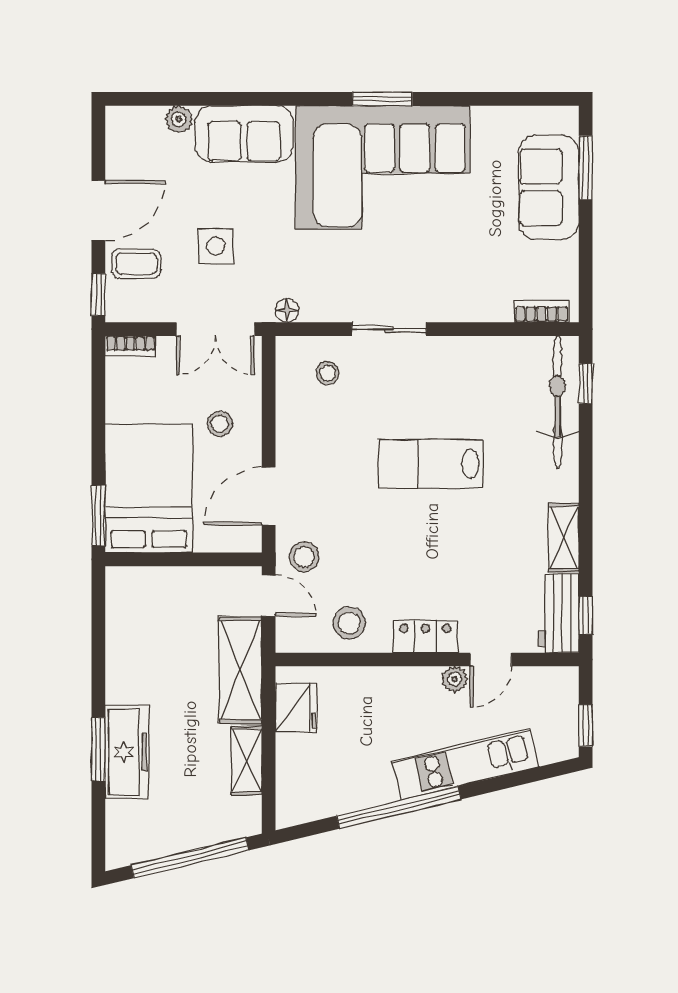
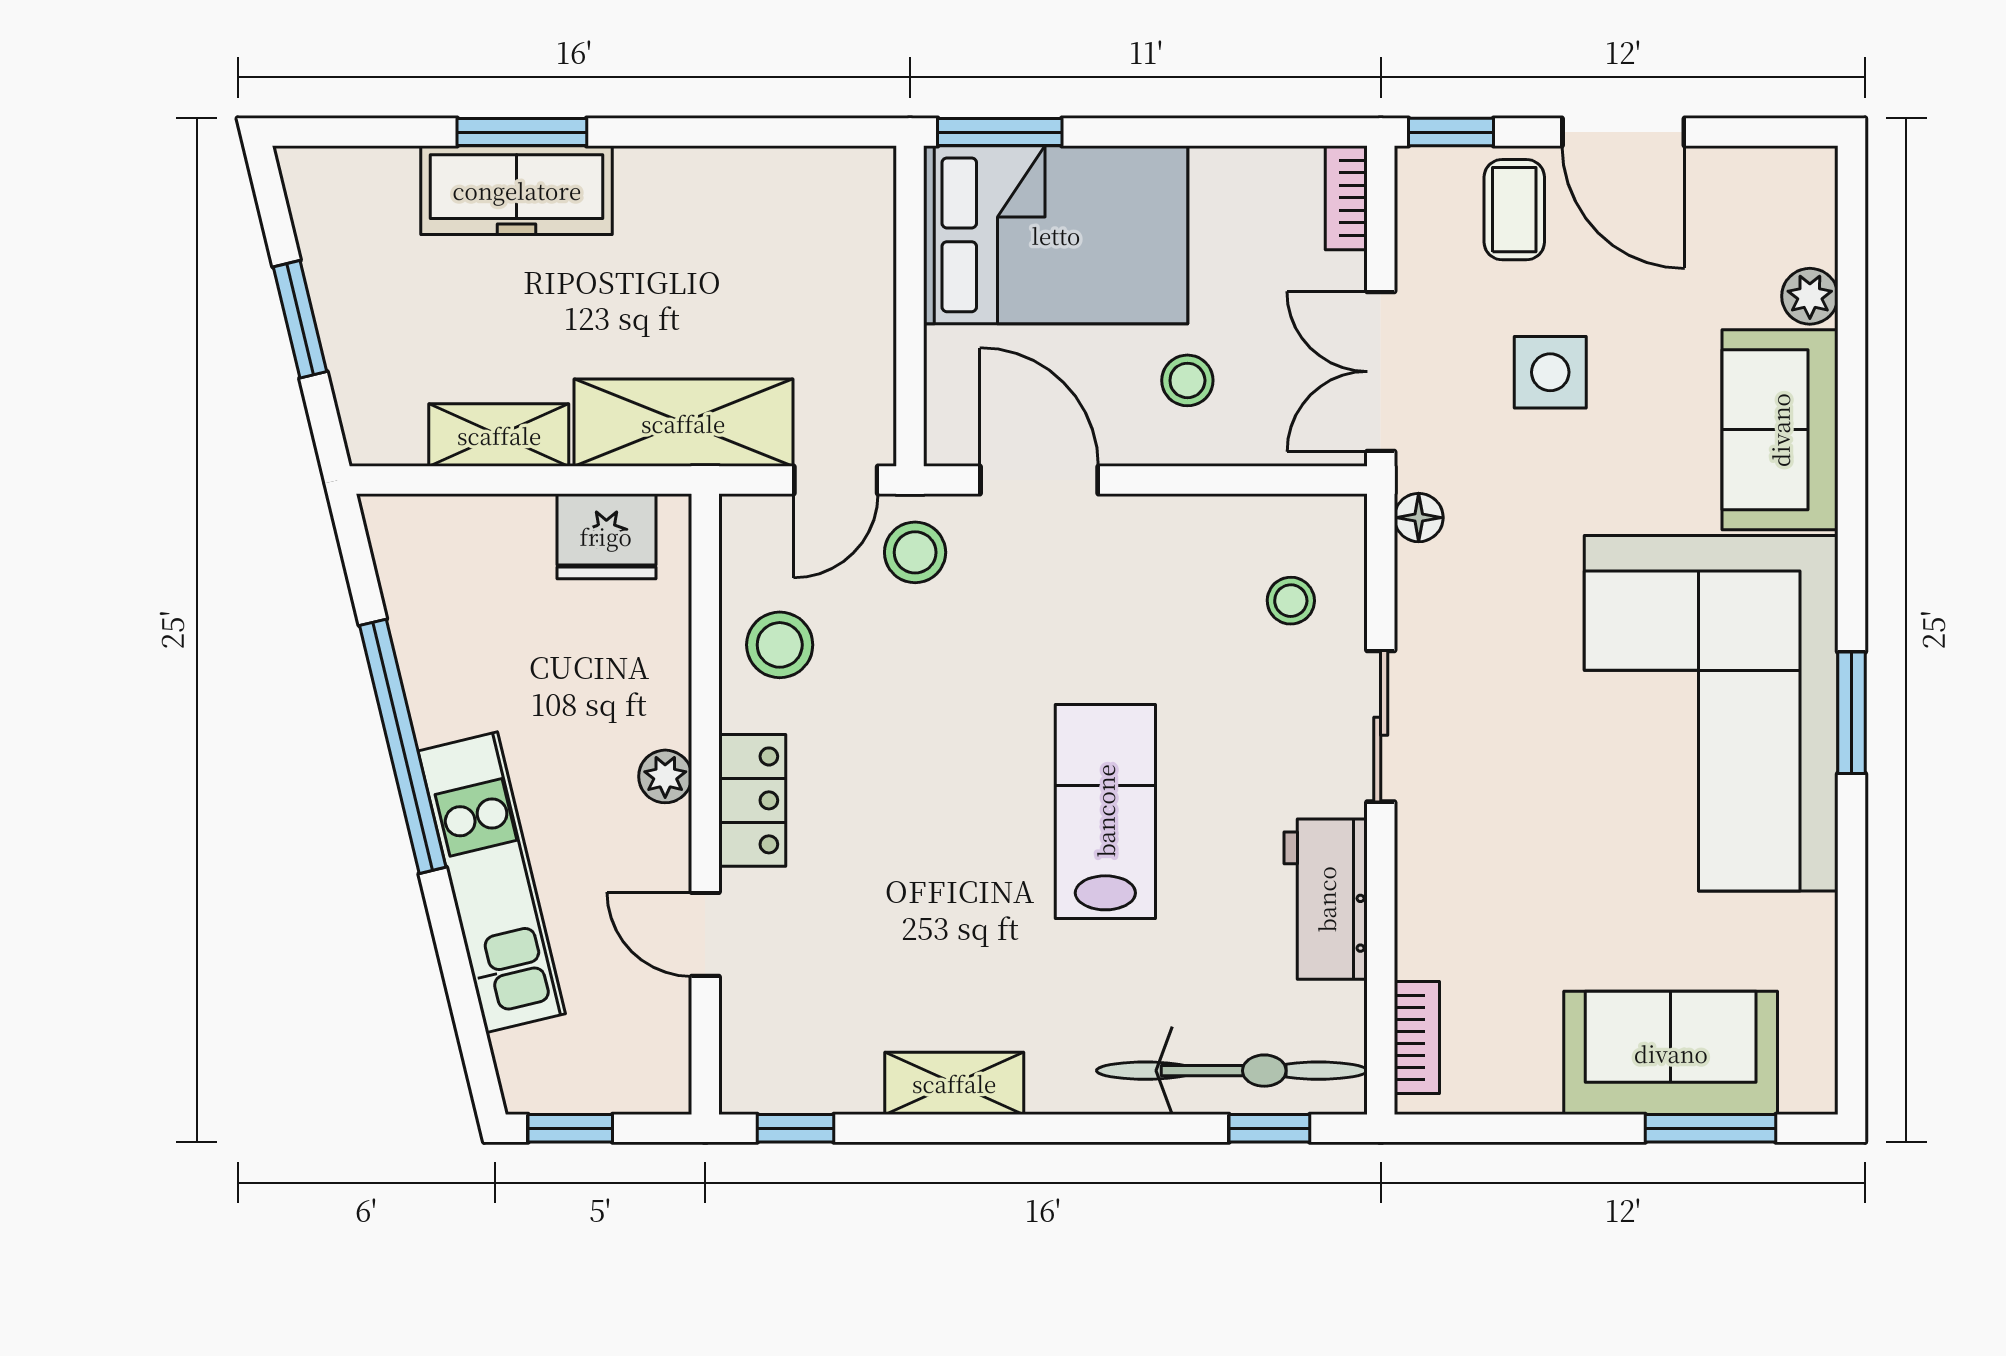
workbench: (559, 614) -> (1326, 899), moved, turned -90
plant: (455, 679) -> (665, 776), moved
window: (190, 858) -> (300, 319), width x0.47

